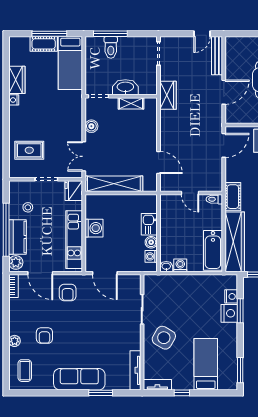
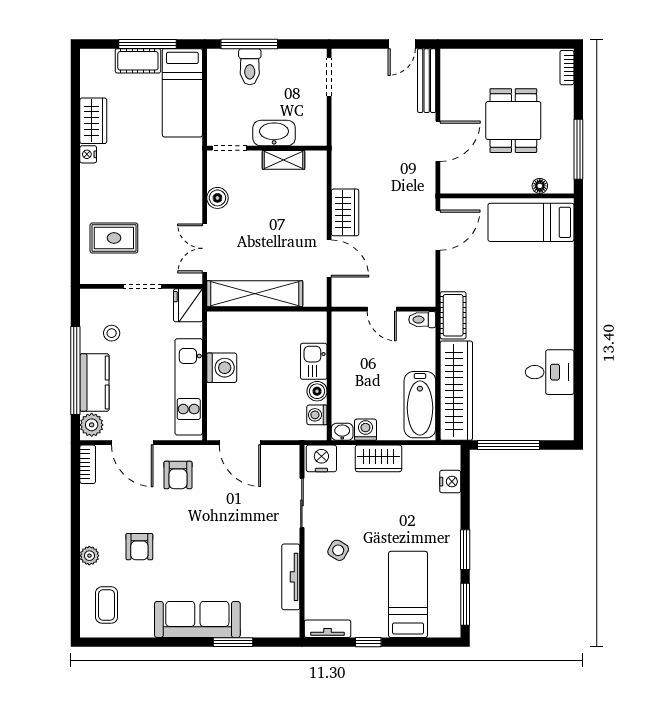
wardrobe: (168, 95) -> (345, 212), moved
wardrobe: (188, 283) -> (379, 458), added
window: (240, 311) -> (465, 550), moved
nightstand: (229, 313) -> (321, 458), moved, turned -90
side table: (164, 338) -> (338, 550), width x0.54, depth x0.54
tv unit: (135, 370) -> (291, 577), moved

